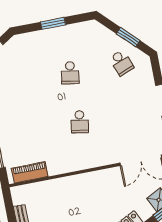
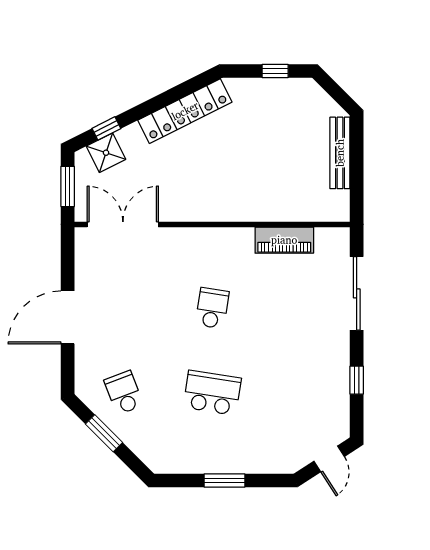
school desk: (70, 73) -> (212, 393), width x1.85
piano: (30, 172) -> (284, 240), moved

